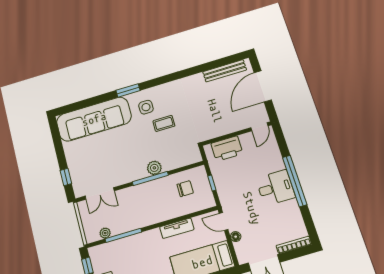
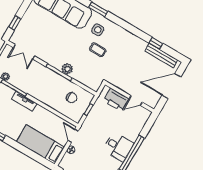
window: (209, 66) -> (156, 43), added
door: (259, 127) -> (136, 100), moved
tv unit: (177, 228) -> (24, 101), moved

